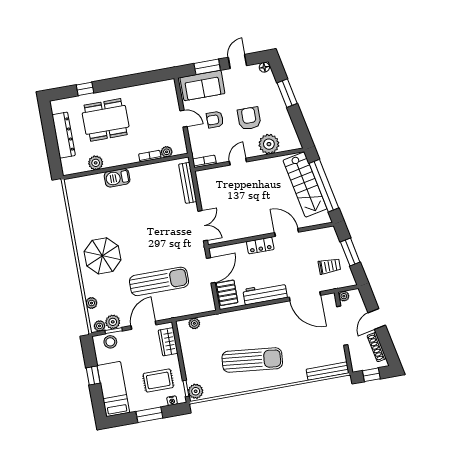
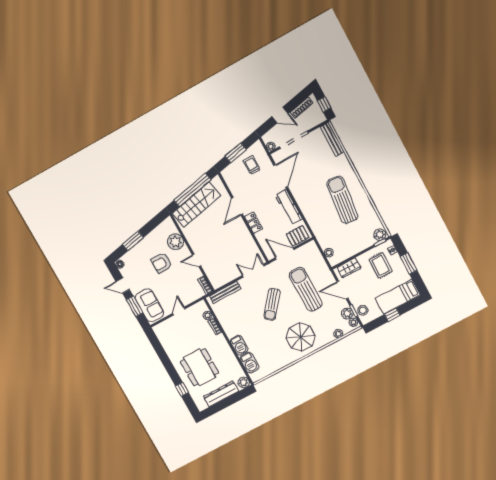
armchair: (215, 120) -> (171, 288), removed
plant: (96, 163) -> (244, 382), moved
barbecue: (91, 183) -> (249, 363), added
sun lounger: (154, 235) -> (272, 304), added

